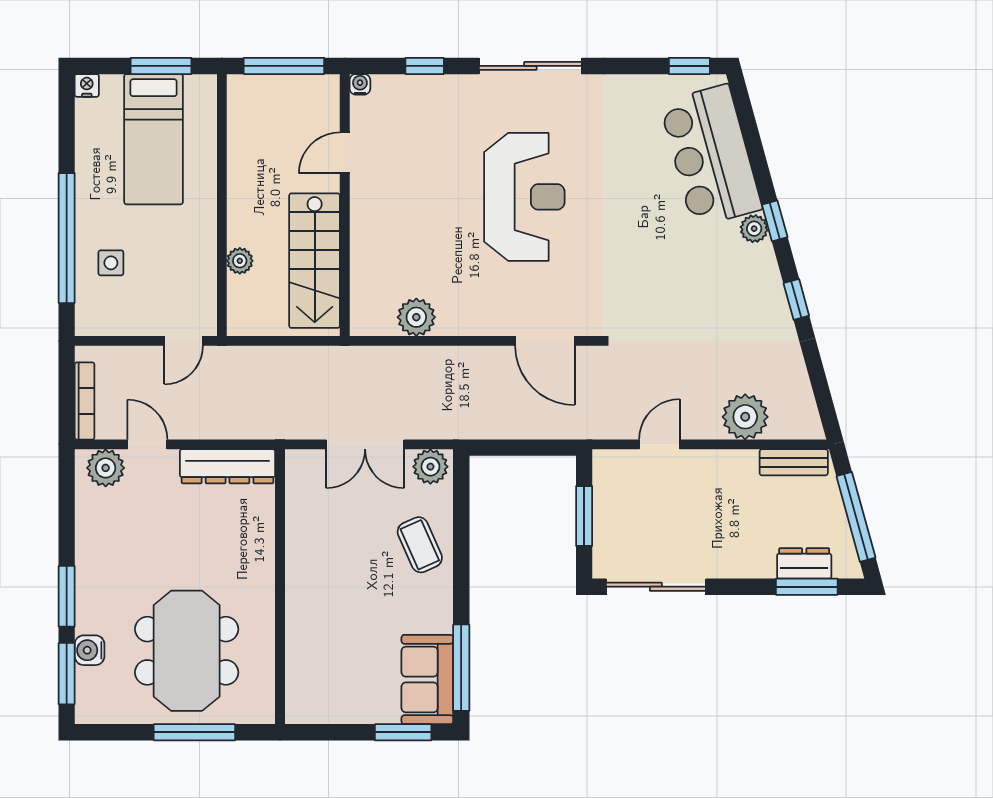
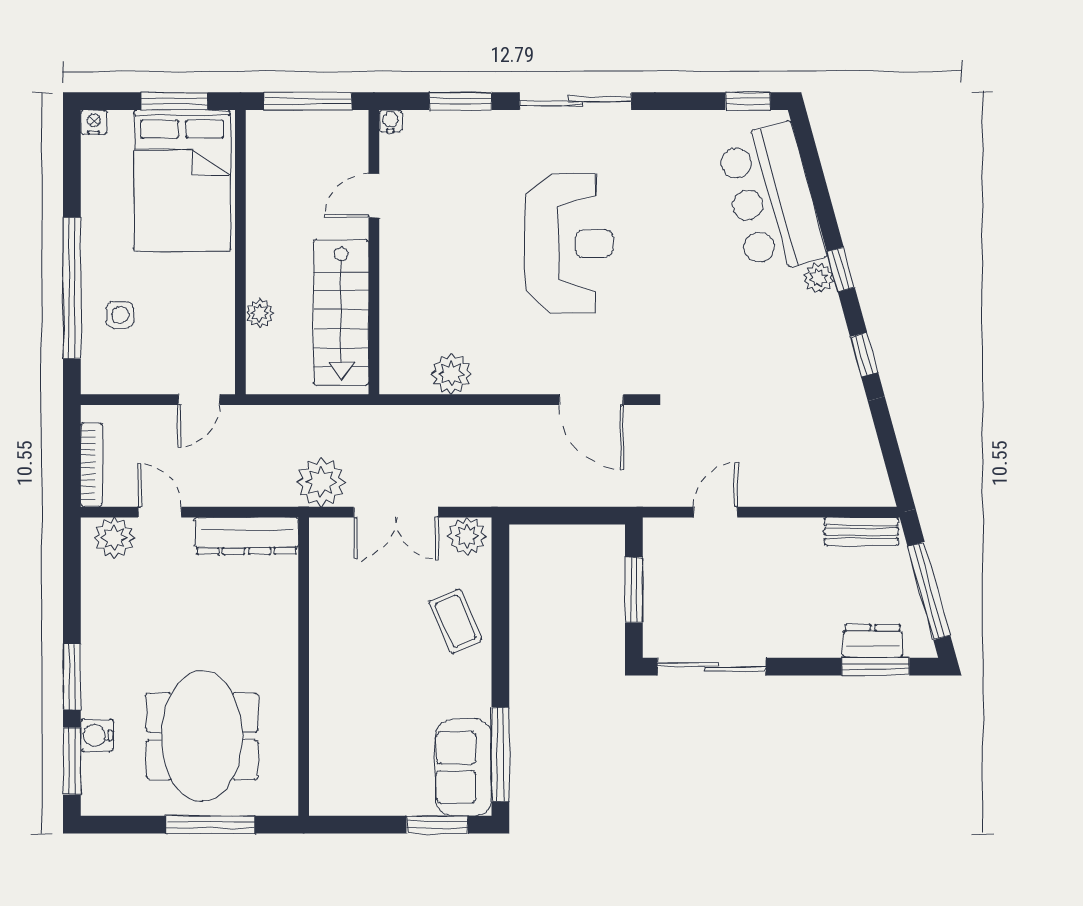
window: (425, 66) -> (461, 101), width x1.50
bed: (154, 139) -> (182, 181), width x1.50
plant: (745, 417) -> (321, 482), moved

